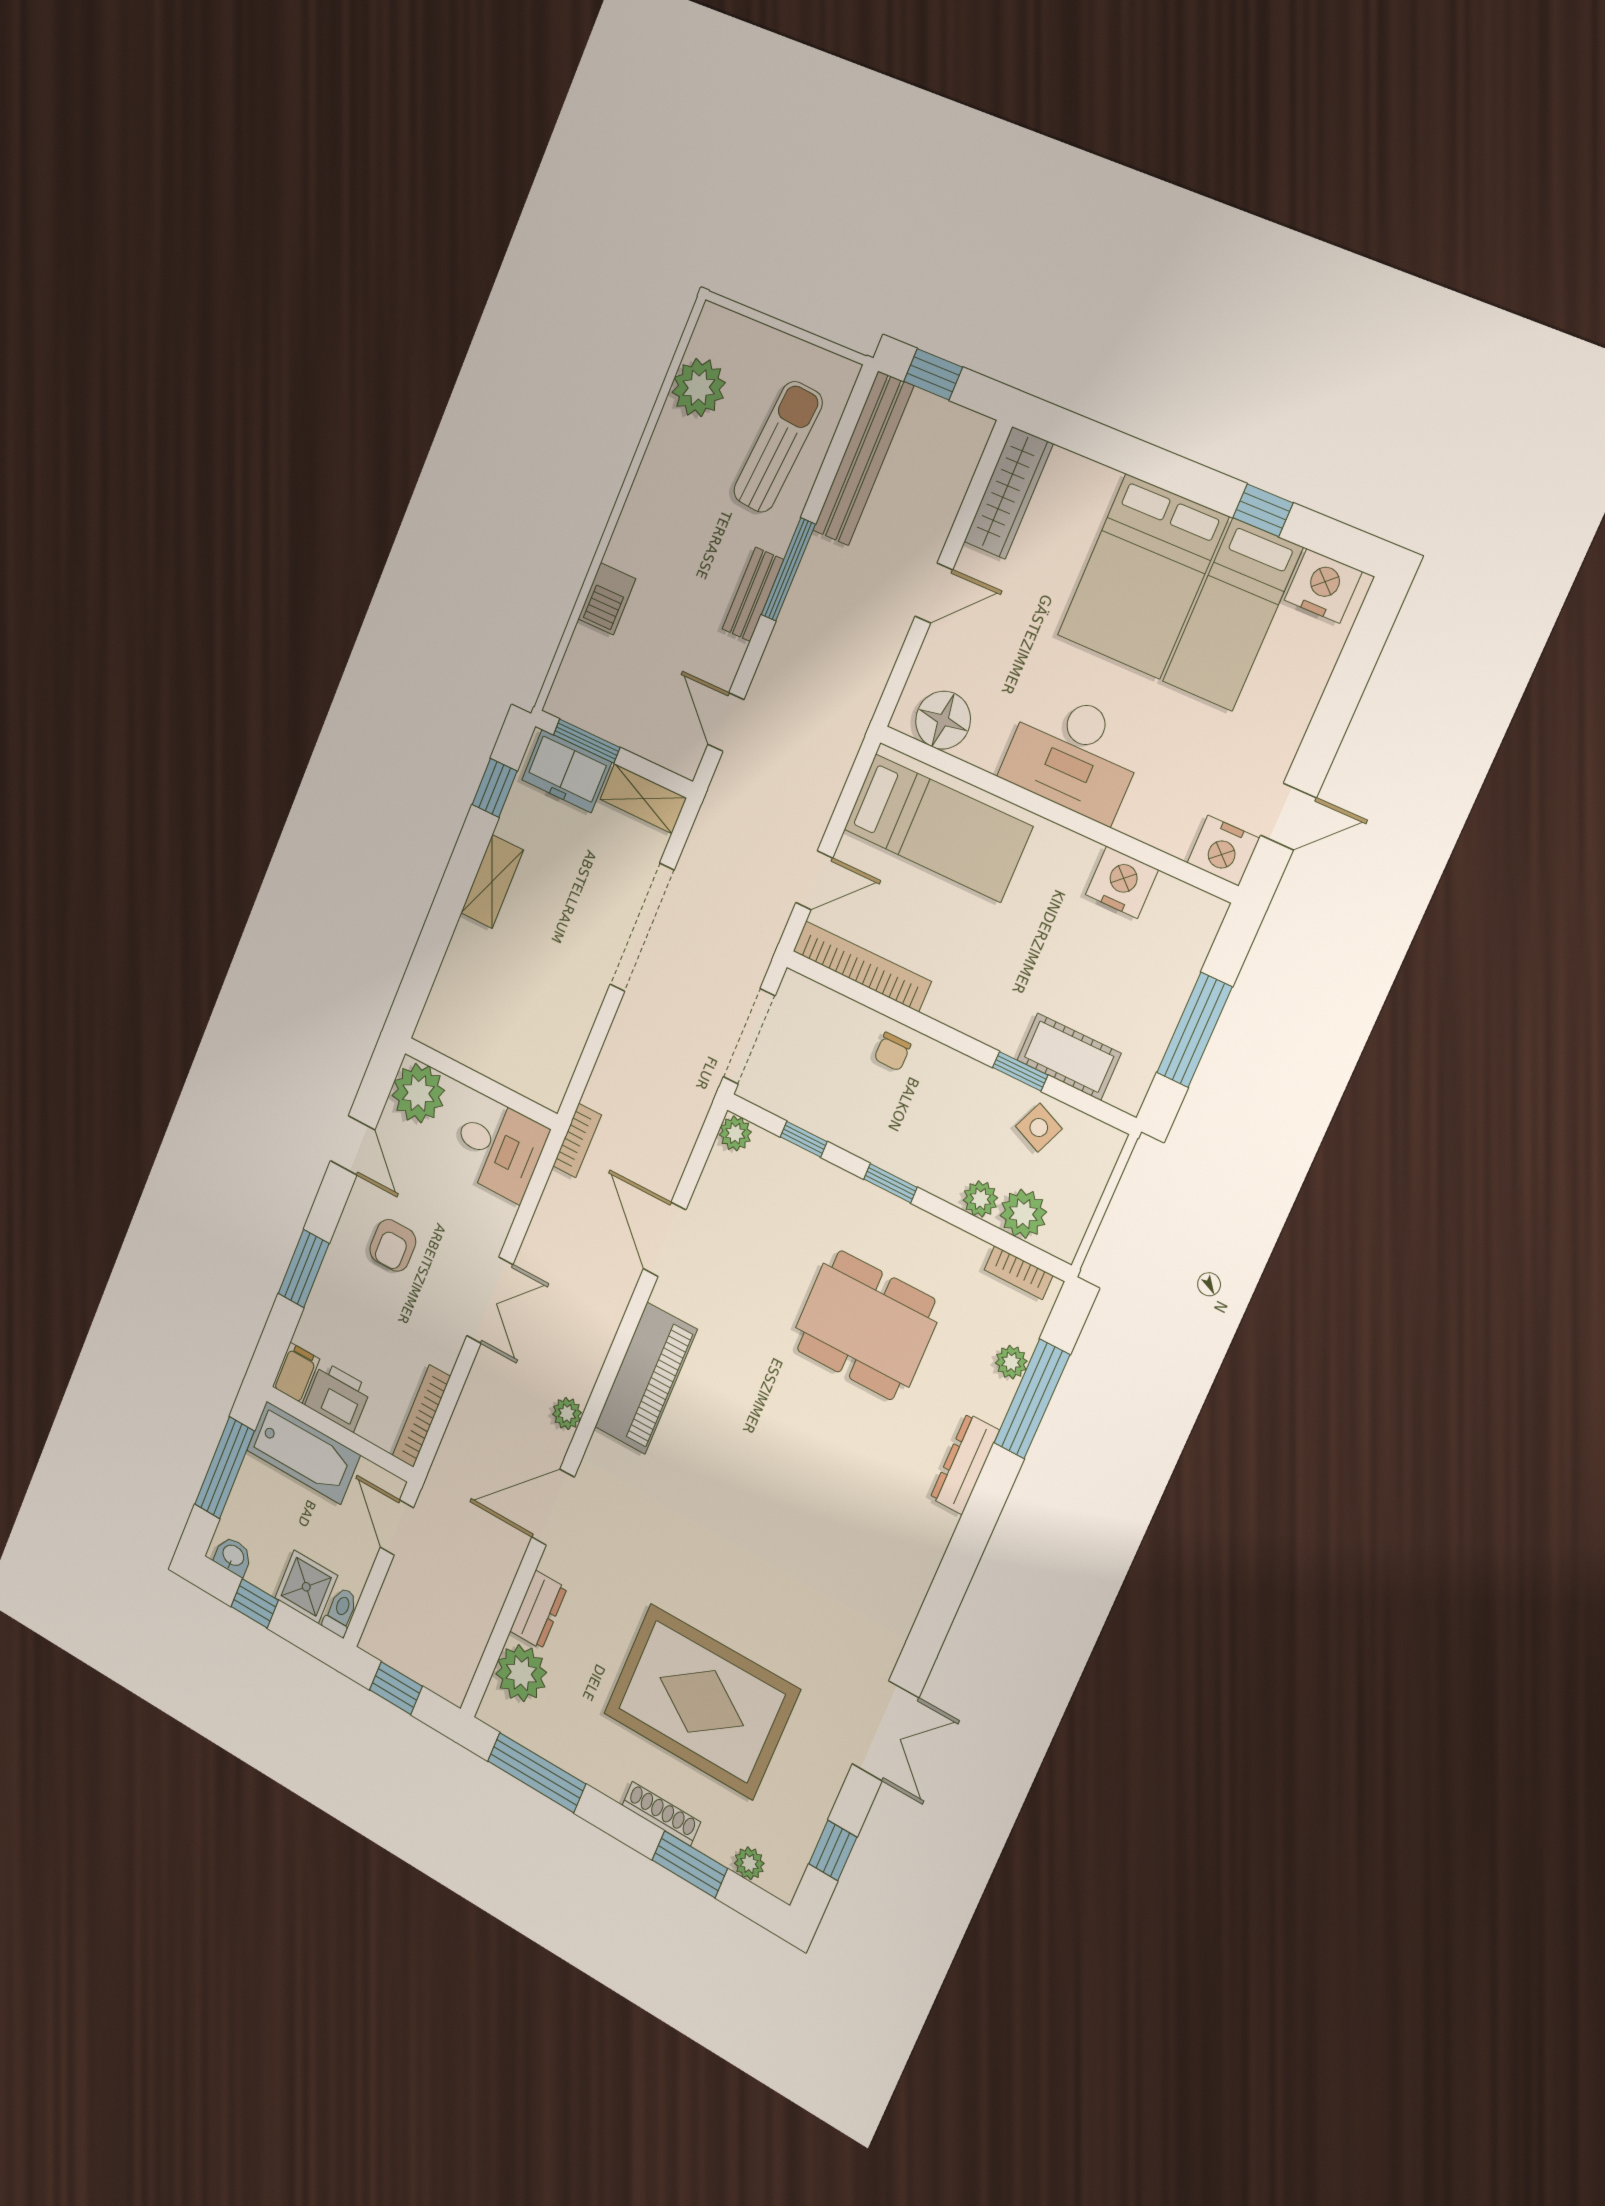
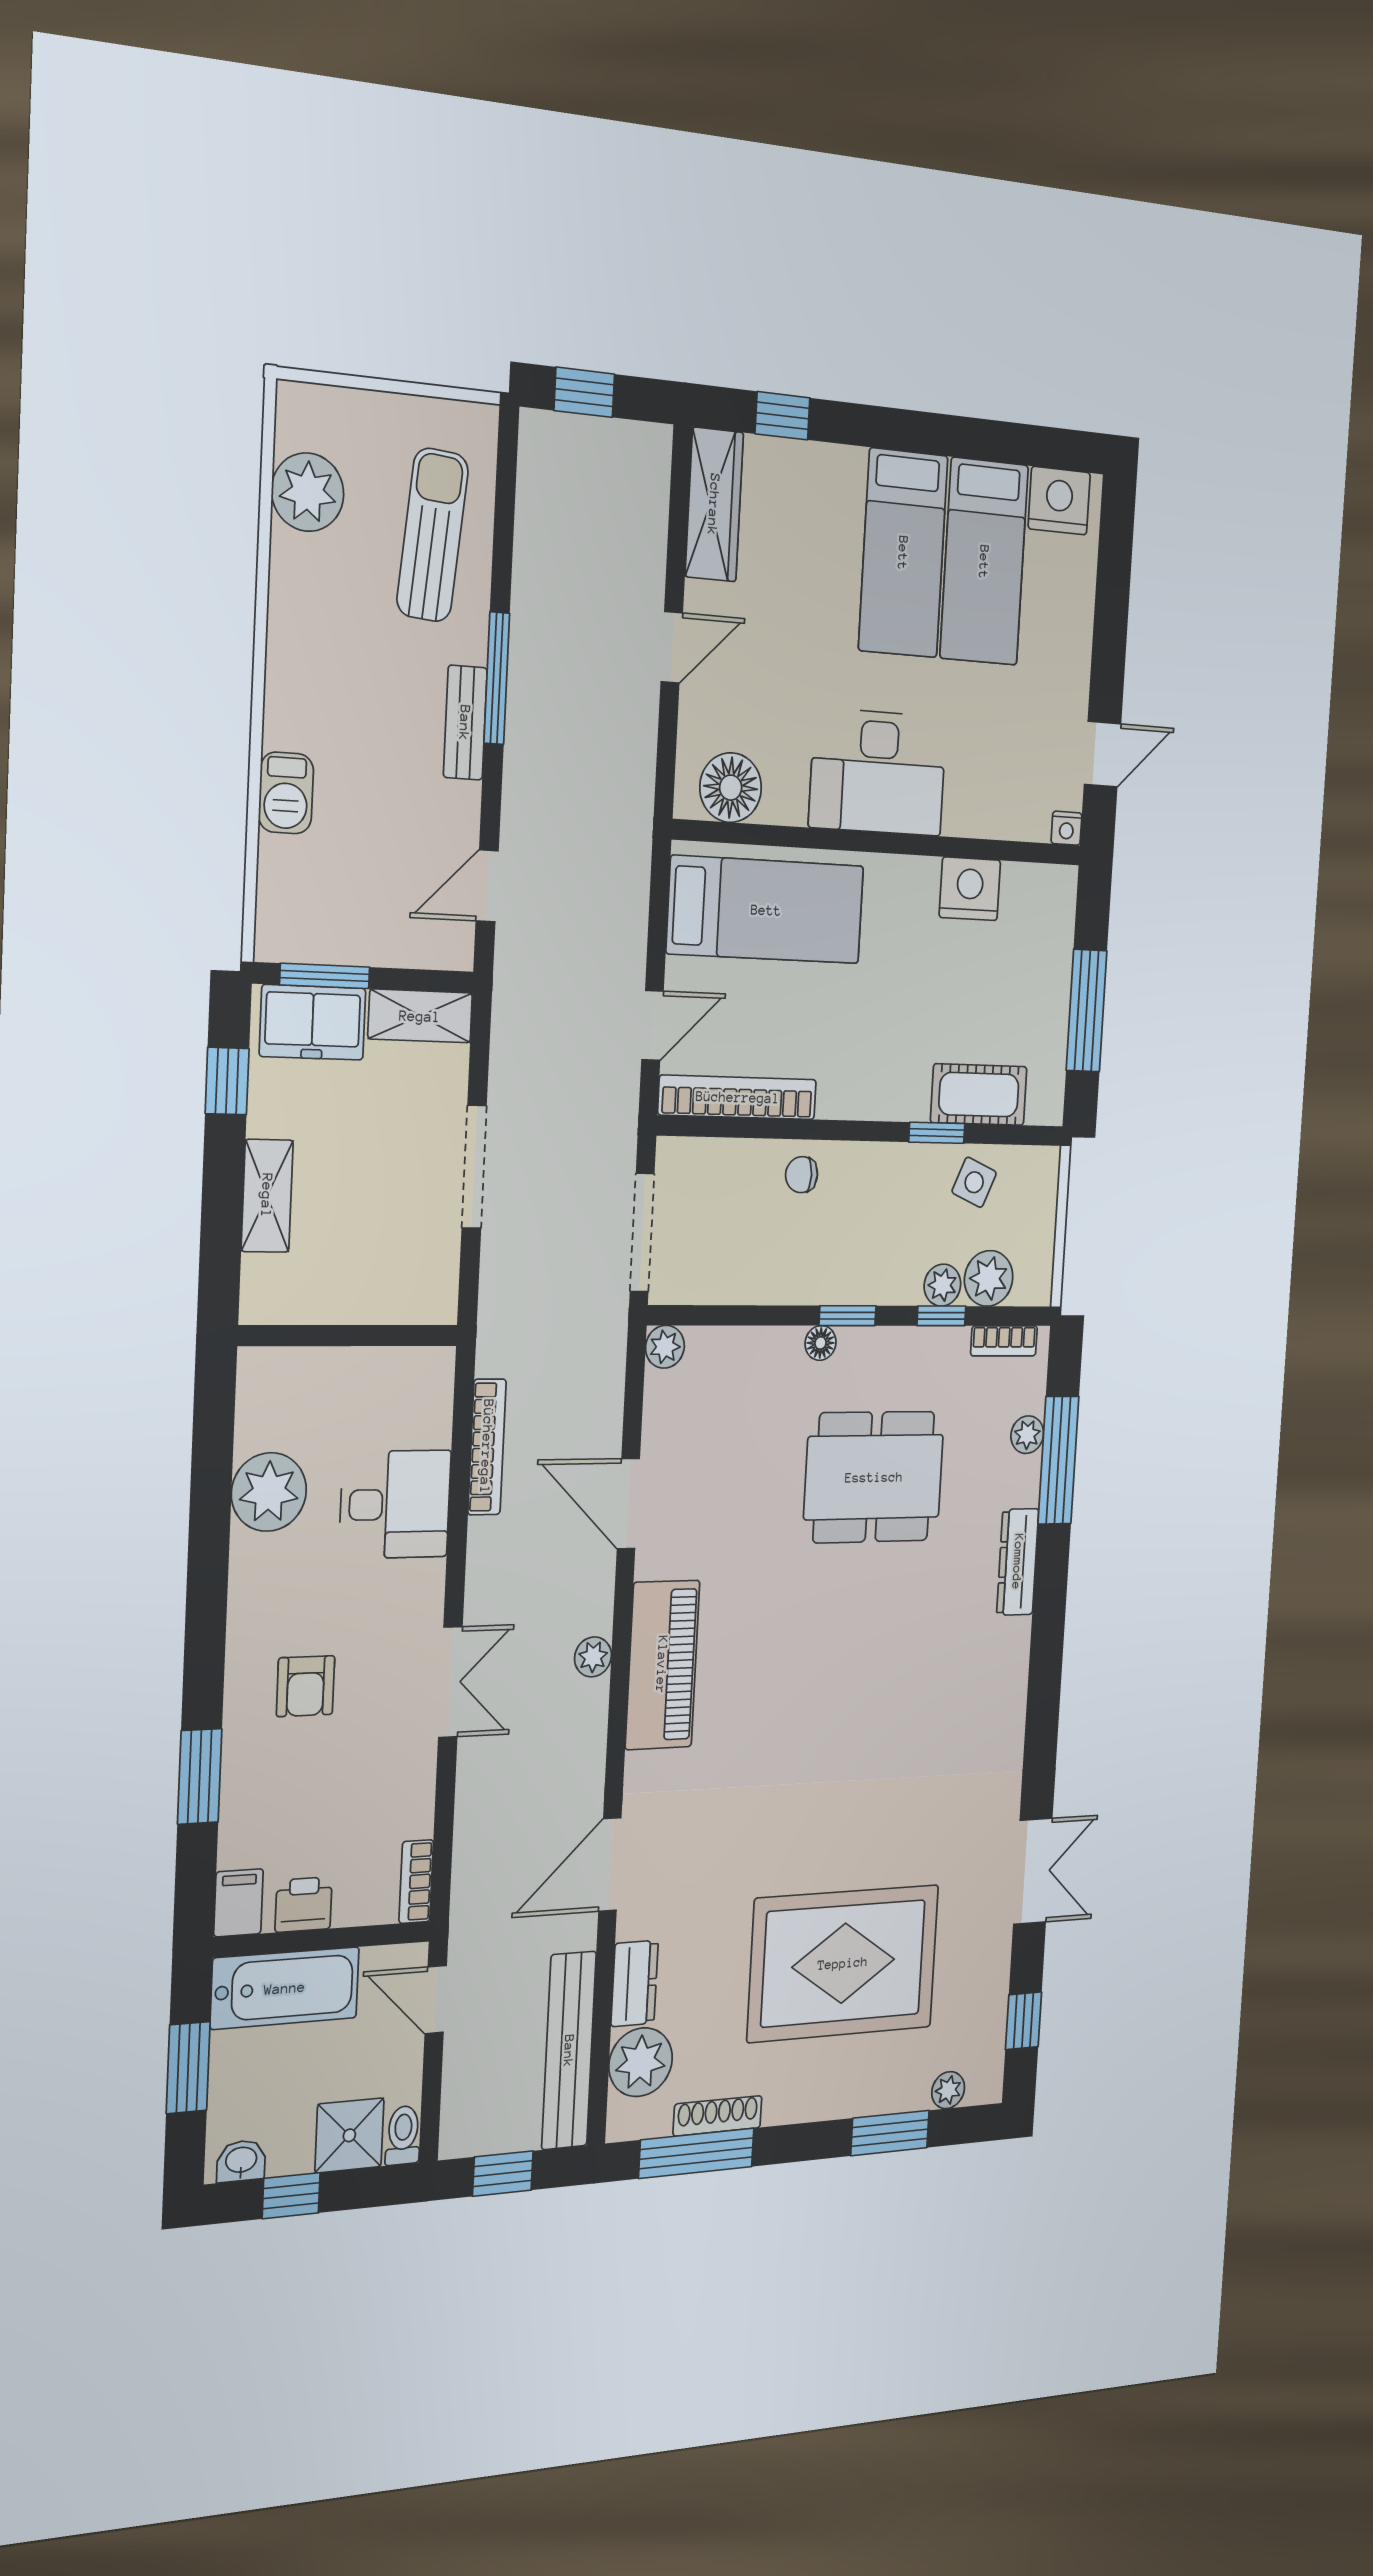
bench: (863, 458) -> (569, 2051), moved
window: (1263, 510) -> (782, 416), moved
bed: (1143, 576) -> (903, 553), width x0.67
door: (726, 722) -> (487, 886), hinge flipped
nightstand: (1223, 851) -> (1066, 828), width x0.53, depth x0.56
doorway: (642, 927) -> (474, 1167), width x0.73
chair: (892, 1052) -> (802, 1175), turned 90
wall: (481, 1083) -> (349, 1336), moved
window: (804, 1139) -> (941, 1316), moved
bookcase: (577, 1141) -> (487, 1447), width x1.56
door: (353, 1145) -> (207, 1597), removed
floor lamp: (860, 1194) -> (820, 1343), added
printer: (338, 1397) -> (304, 1905), width x0.73, depth x0.81
plant: (567, 1413) -> (593, 1657), moved
bookcase: (421, 1416) -> (416, 1882), width x0.64
window: (225, 1468) -> (188, 2068), width x0.69
shoe rack: (661, 1814) -> (718, 2116), moved

